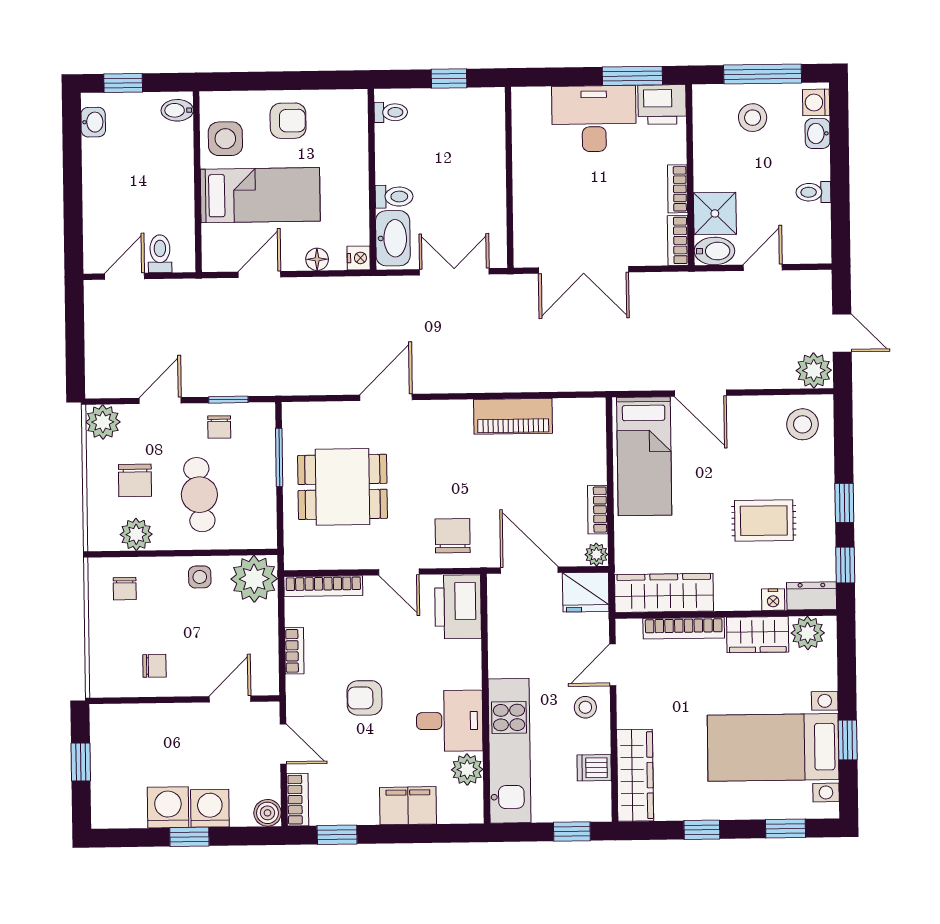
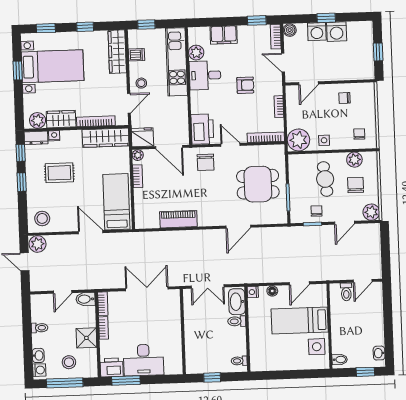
armchair: (288, 121) -> (287, 356), removed
shower: (715, 213) -> (86, 338), moved

